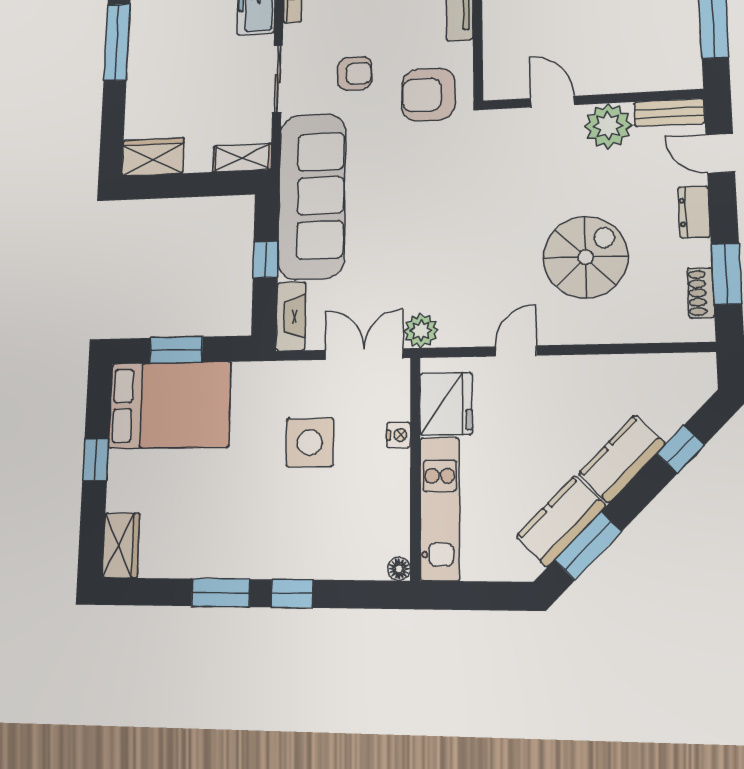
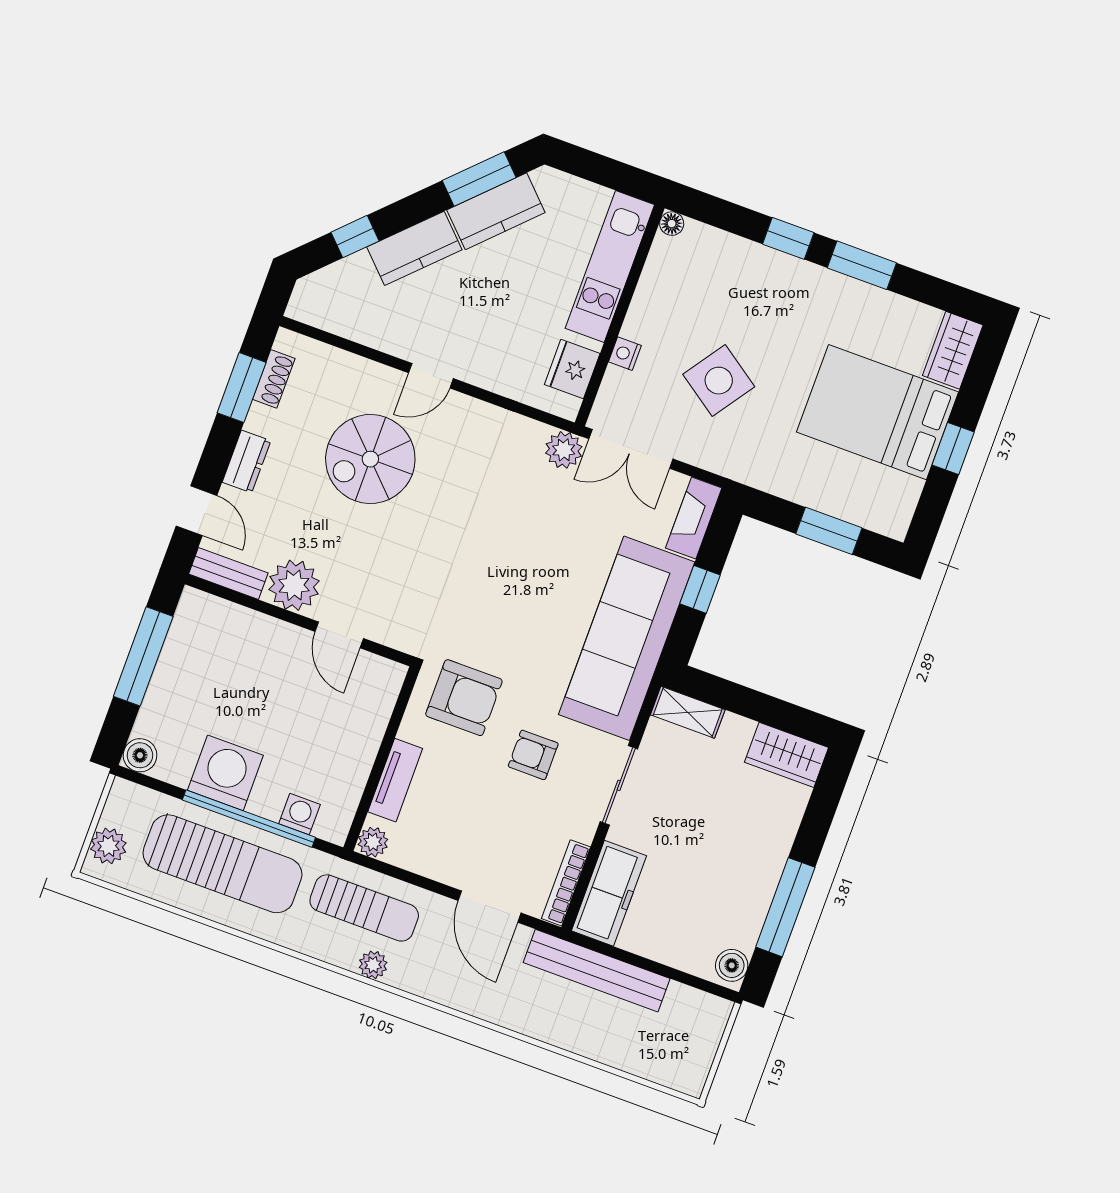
door: (516, 351) -> (431, 376), moved
fridge: (446, 404) -> (572, 369), width x0.73, depth x0.75
bed: (170, 405) -> (877, 412), moved
side table: (310, 442) -> (719, 381), turned 35

